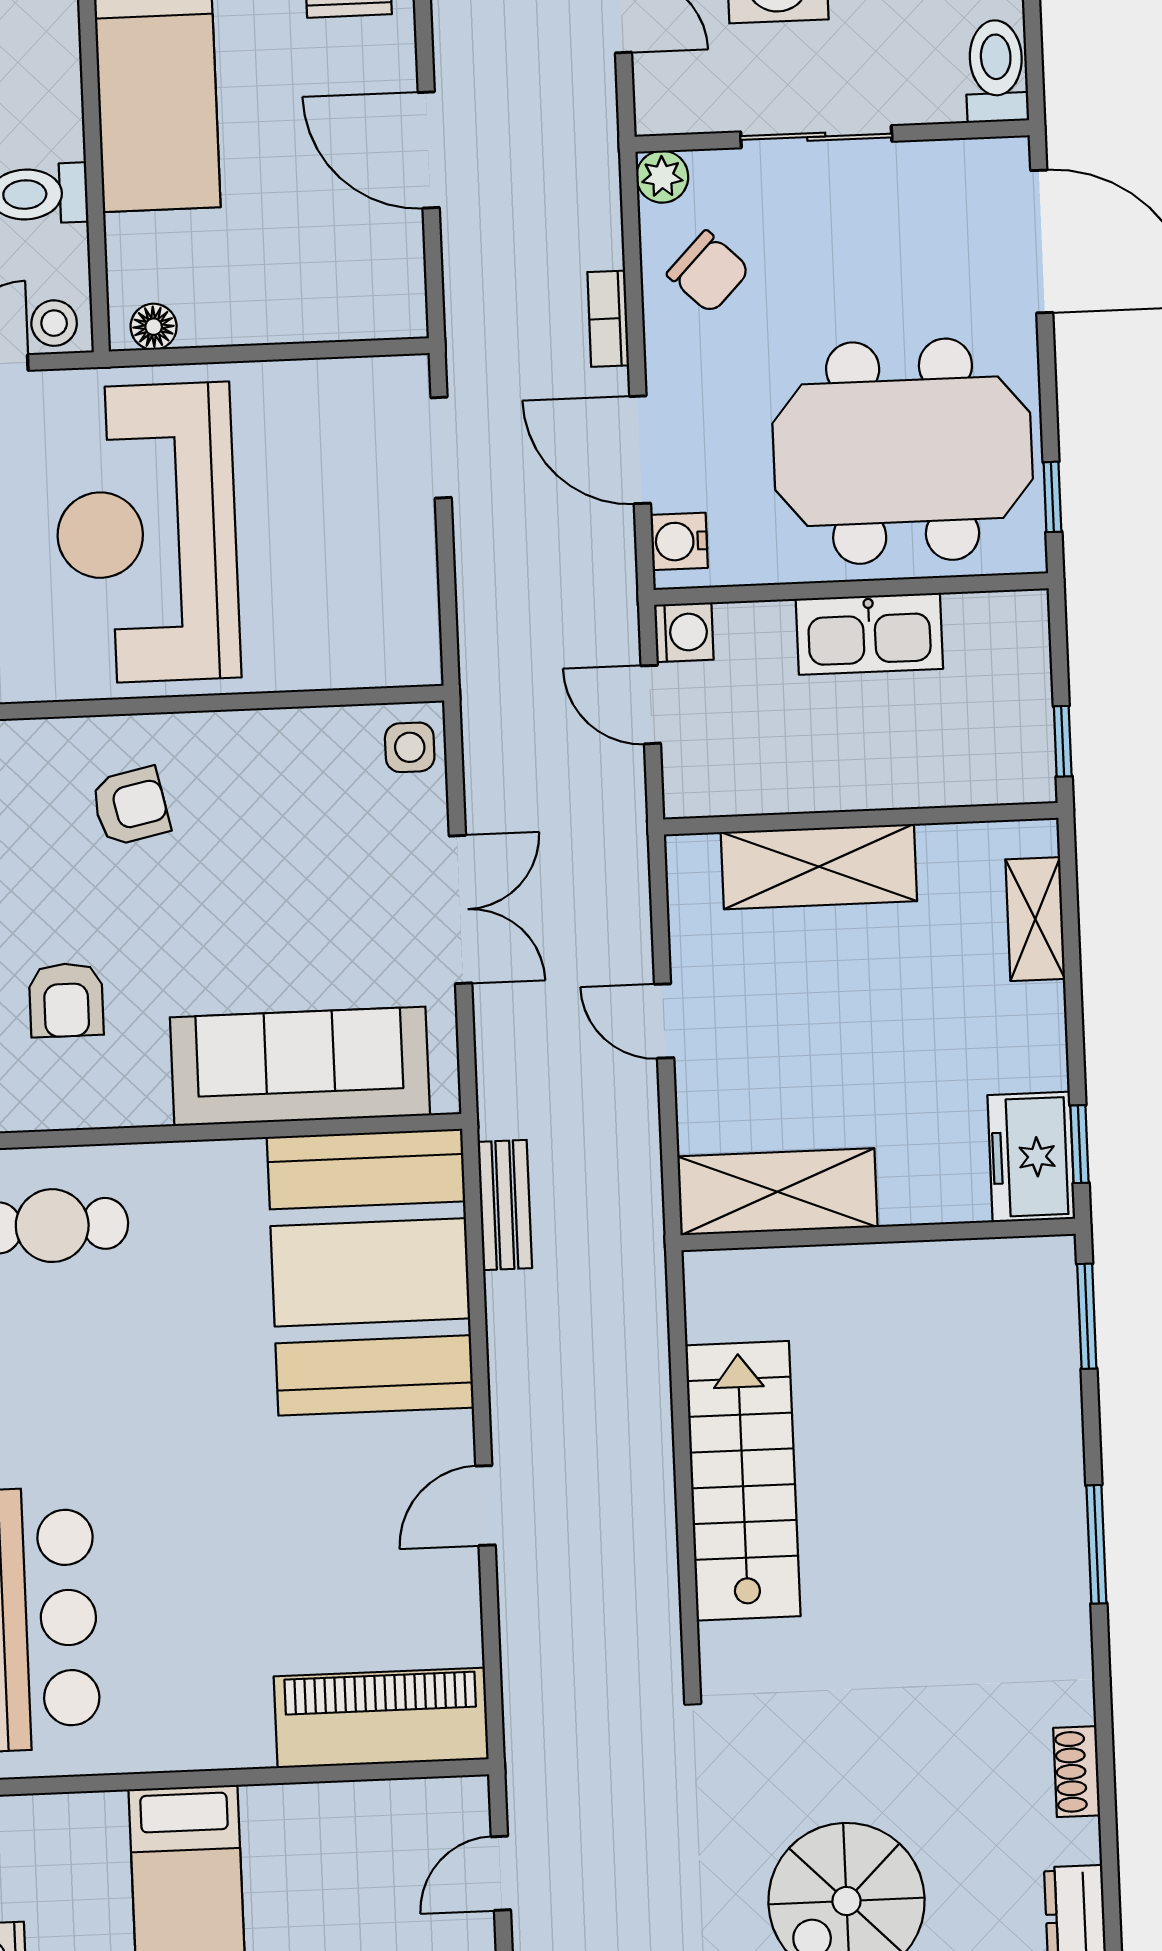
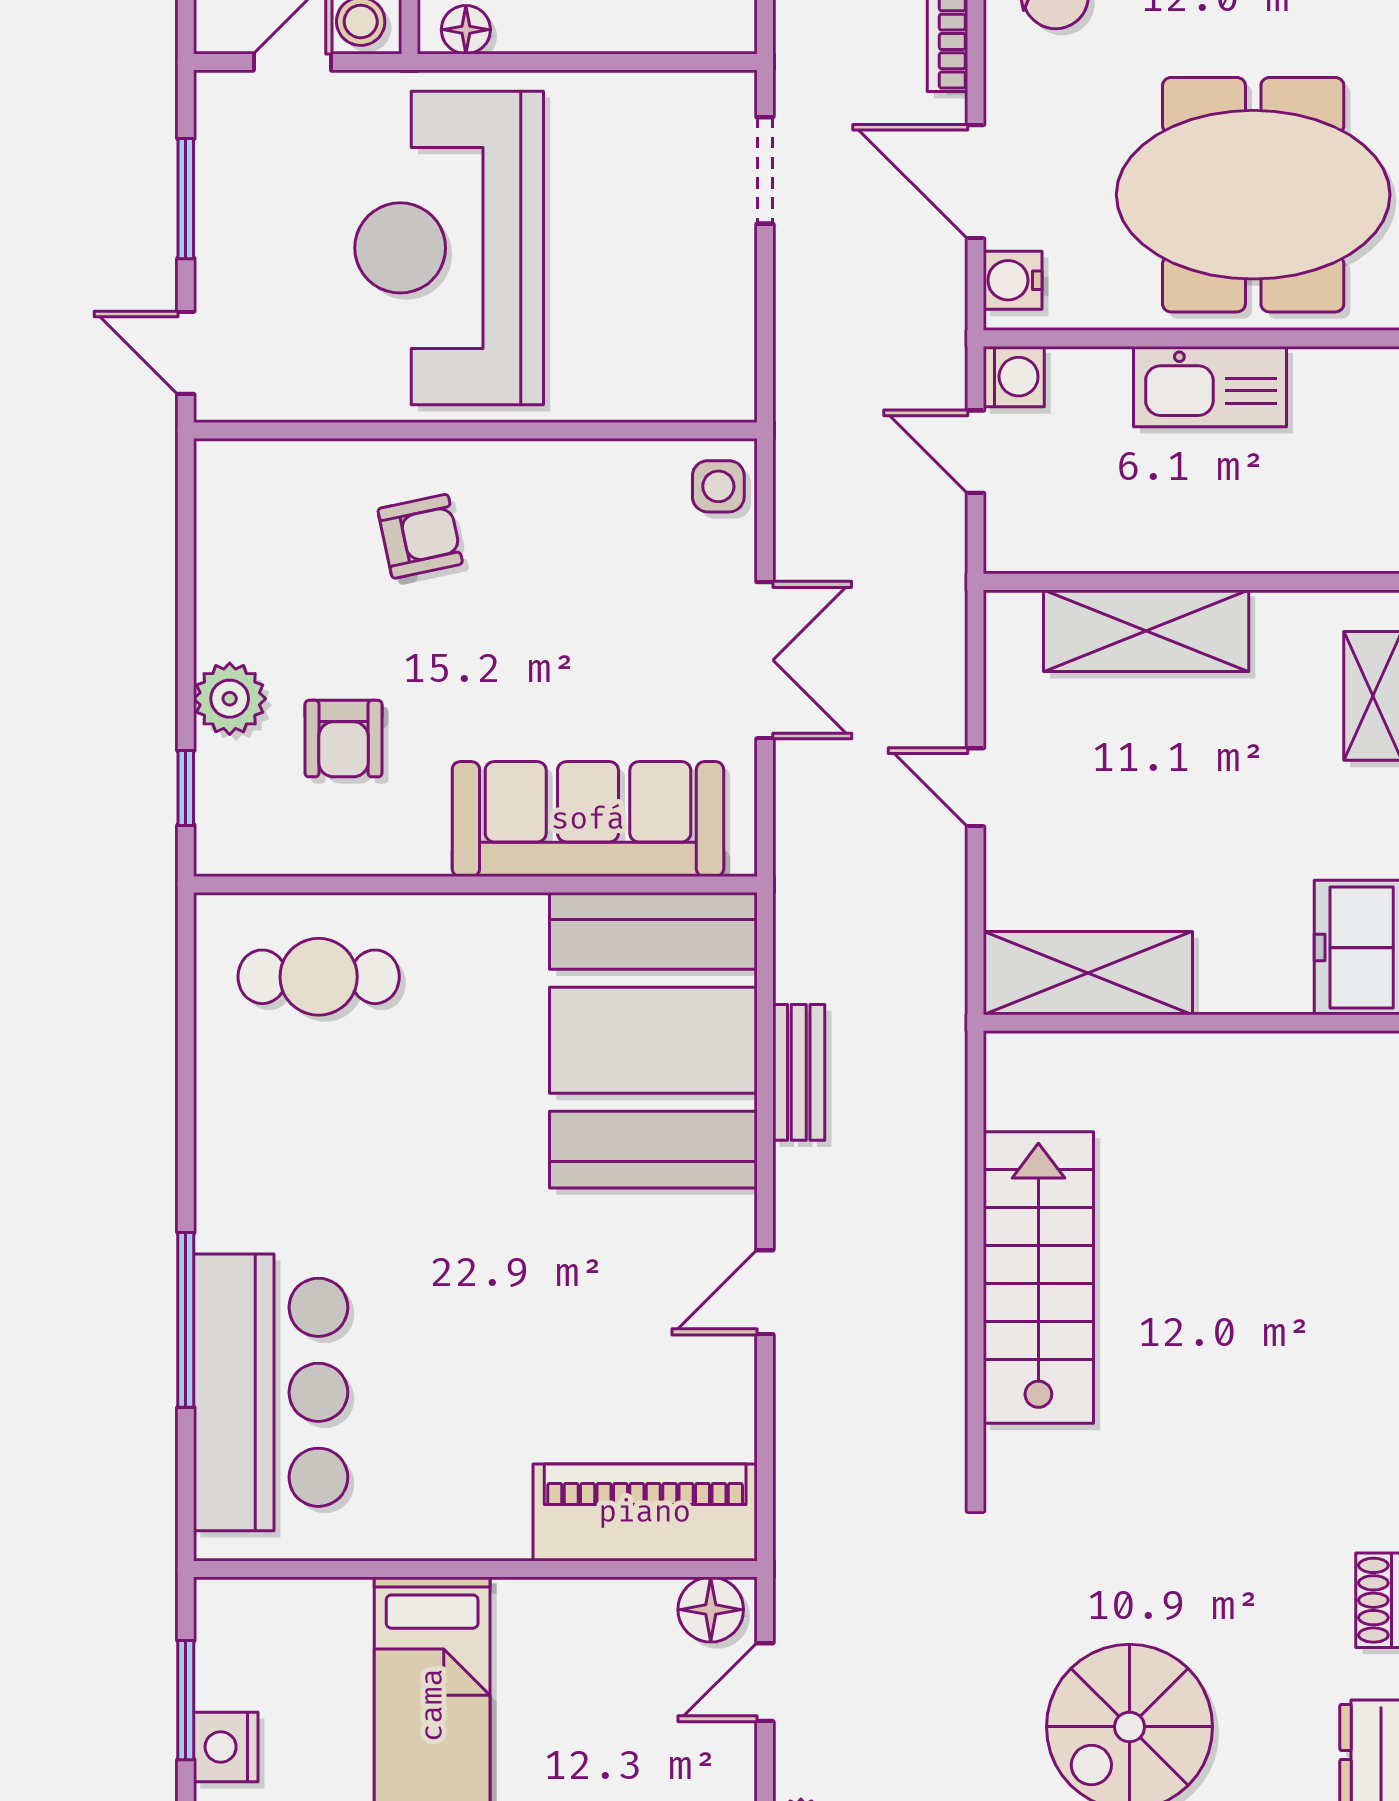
bench: (505, 1205) -> (799, 1072), moved
floor lamp: (447, 1807) -> (711, 1610), added

